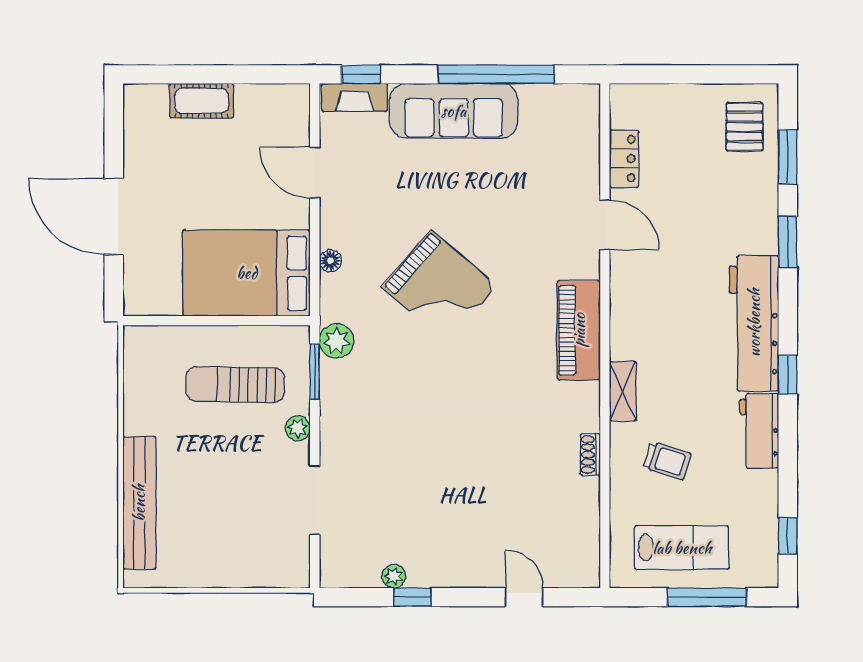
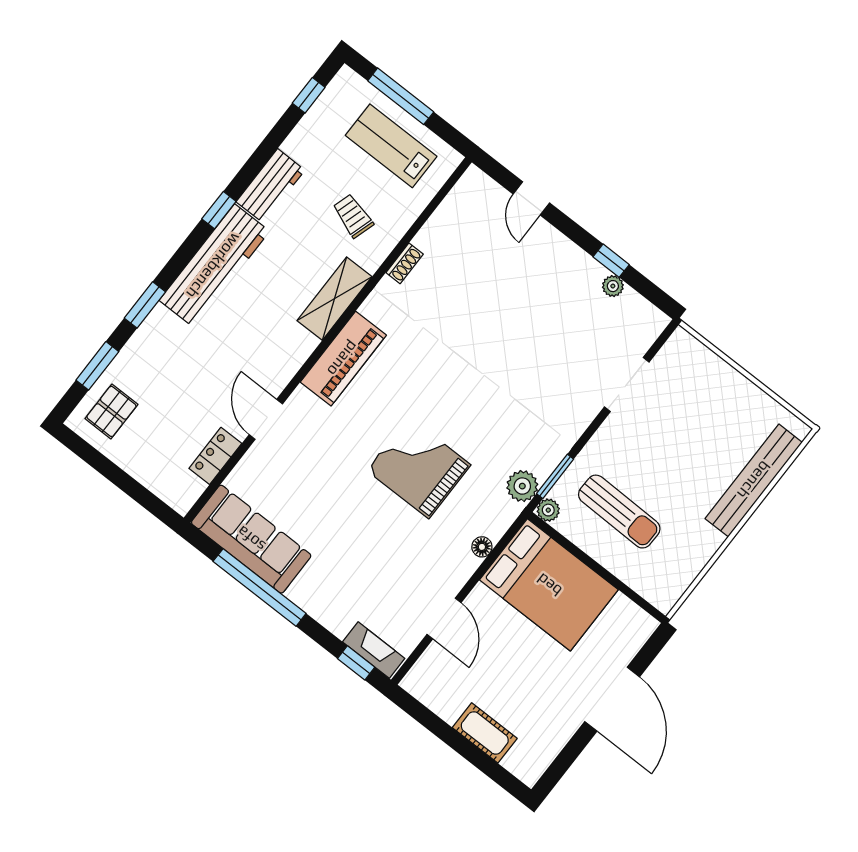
sofa: (454, 111) -> (251, 539), moved
grand piano: (439, 287) -> (419, 468), turned -41
shelving: (623, 391) -> (334, 299), width x1.50, depth x1.33
plant: (298, 428) -> (548, 510), moved

